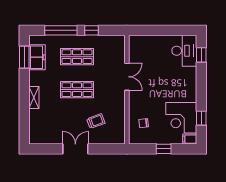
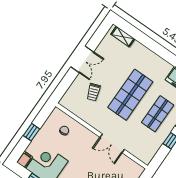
shop shelf: (77, 90) -> (130, 95), width x1.43, depth x1.36
shelving: (34, 98) -> (123, 37), moved

